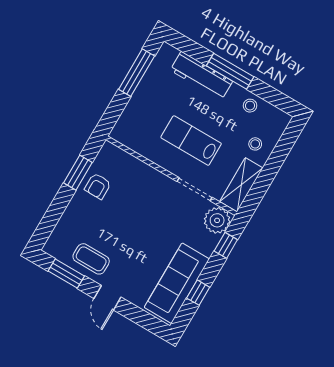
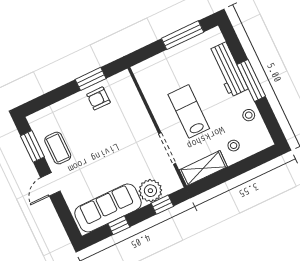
plant: (217, 220) -> (150, 191), moved

